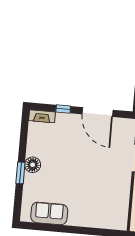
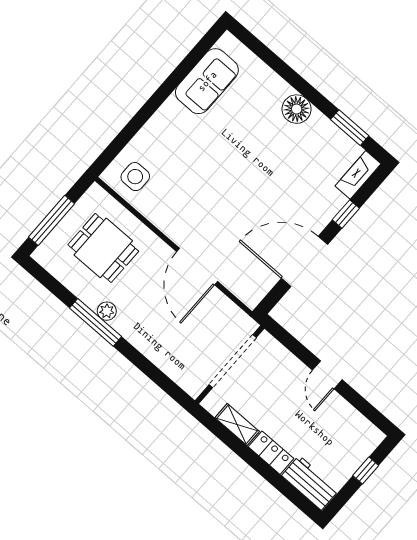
window: (20, 173) -> (350, 128), moved
side table: (115, 214) -> (135, 177), added

